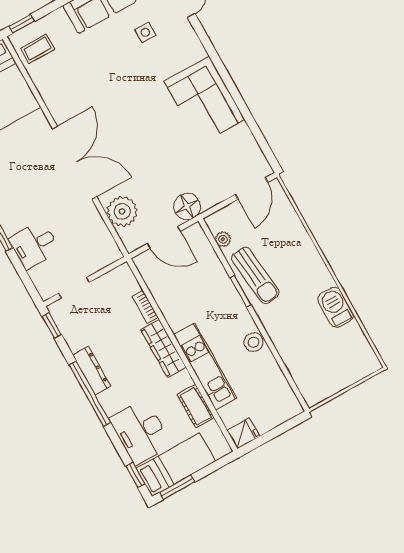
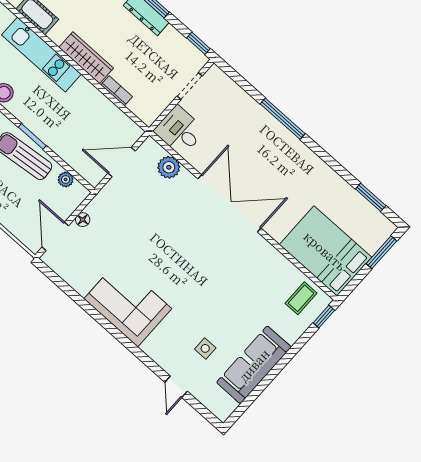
double door: (75, 163) -> (229, 203), swing flipped
floor lamp: (187, 207) -> (83, 220), moved, width x0.53, depth x0.53
plant: (122, 211) -> (169, 167), width x0.73, depth x0.73
desk: (34, 245) -> (180, 131), moved, turned -90

